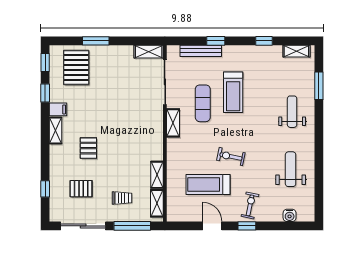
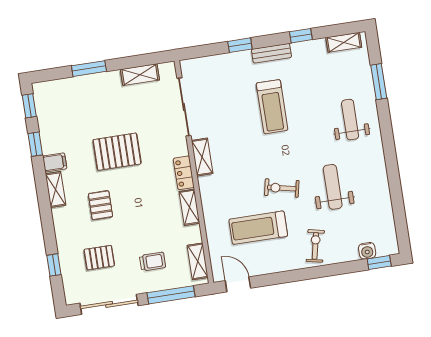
bench: (201, 51) -> (271, 53), moved, width x0.73
shelving: (149, 52) -> (140, 75), moved
pallet: (76, 68) -> (117, 152), moved, turned 90
exercise mat: (203, 103) -> (236, 126), removed
locker: (157, 133) -> (184, 173), added
weight bench: (291, 169) -> (333, 187), moved
shelving: (157, 175) -> (189, 207), moved
door: (212, 226) -> (238, 284), moved
window: (247, 226) -> (379, 263), moved

